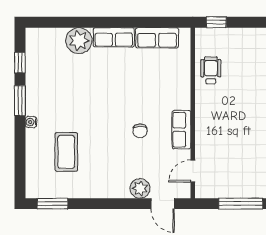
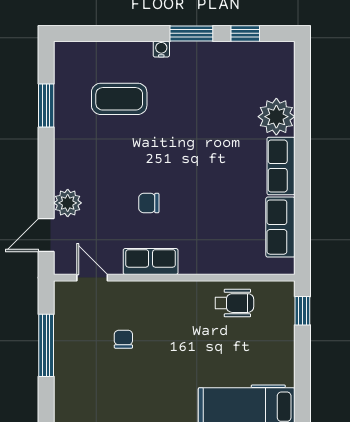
chair: (236, 149) -> (123, 339), added
window: (52, 204) -> (46, 106), moved

